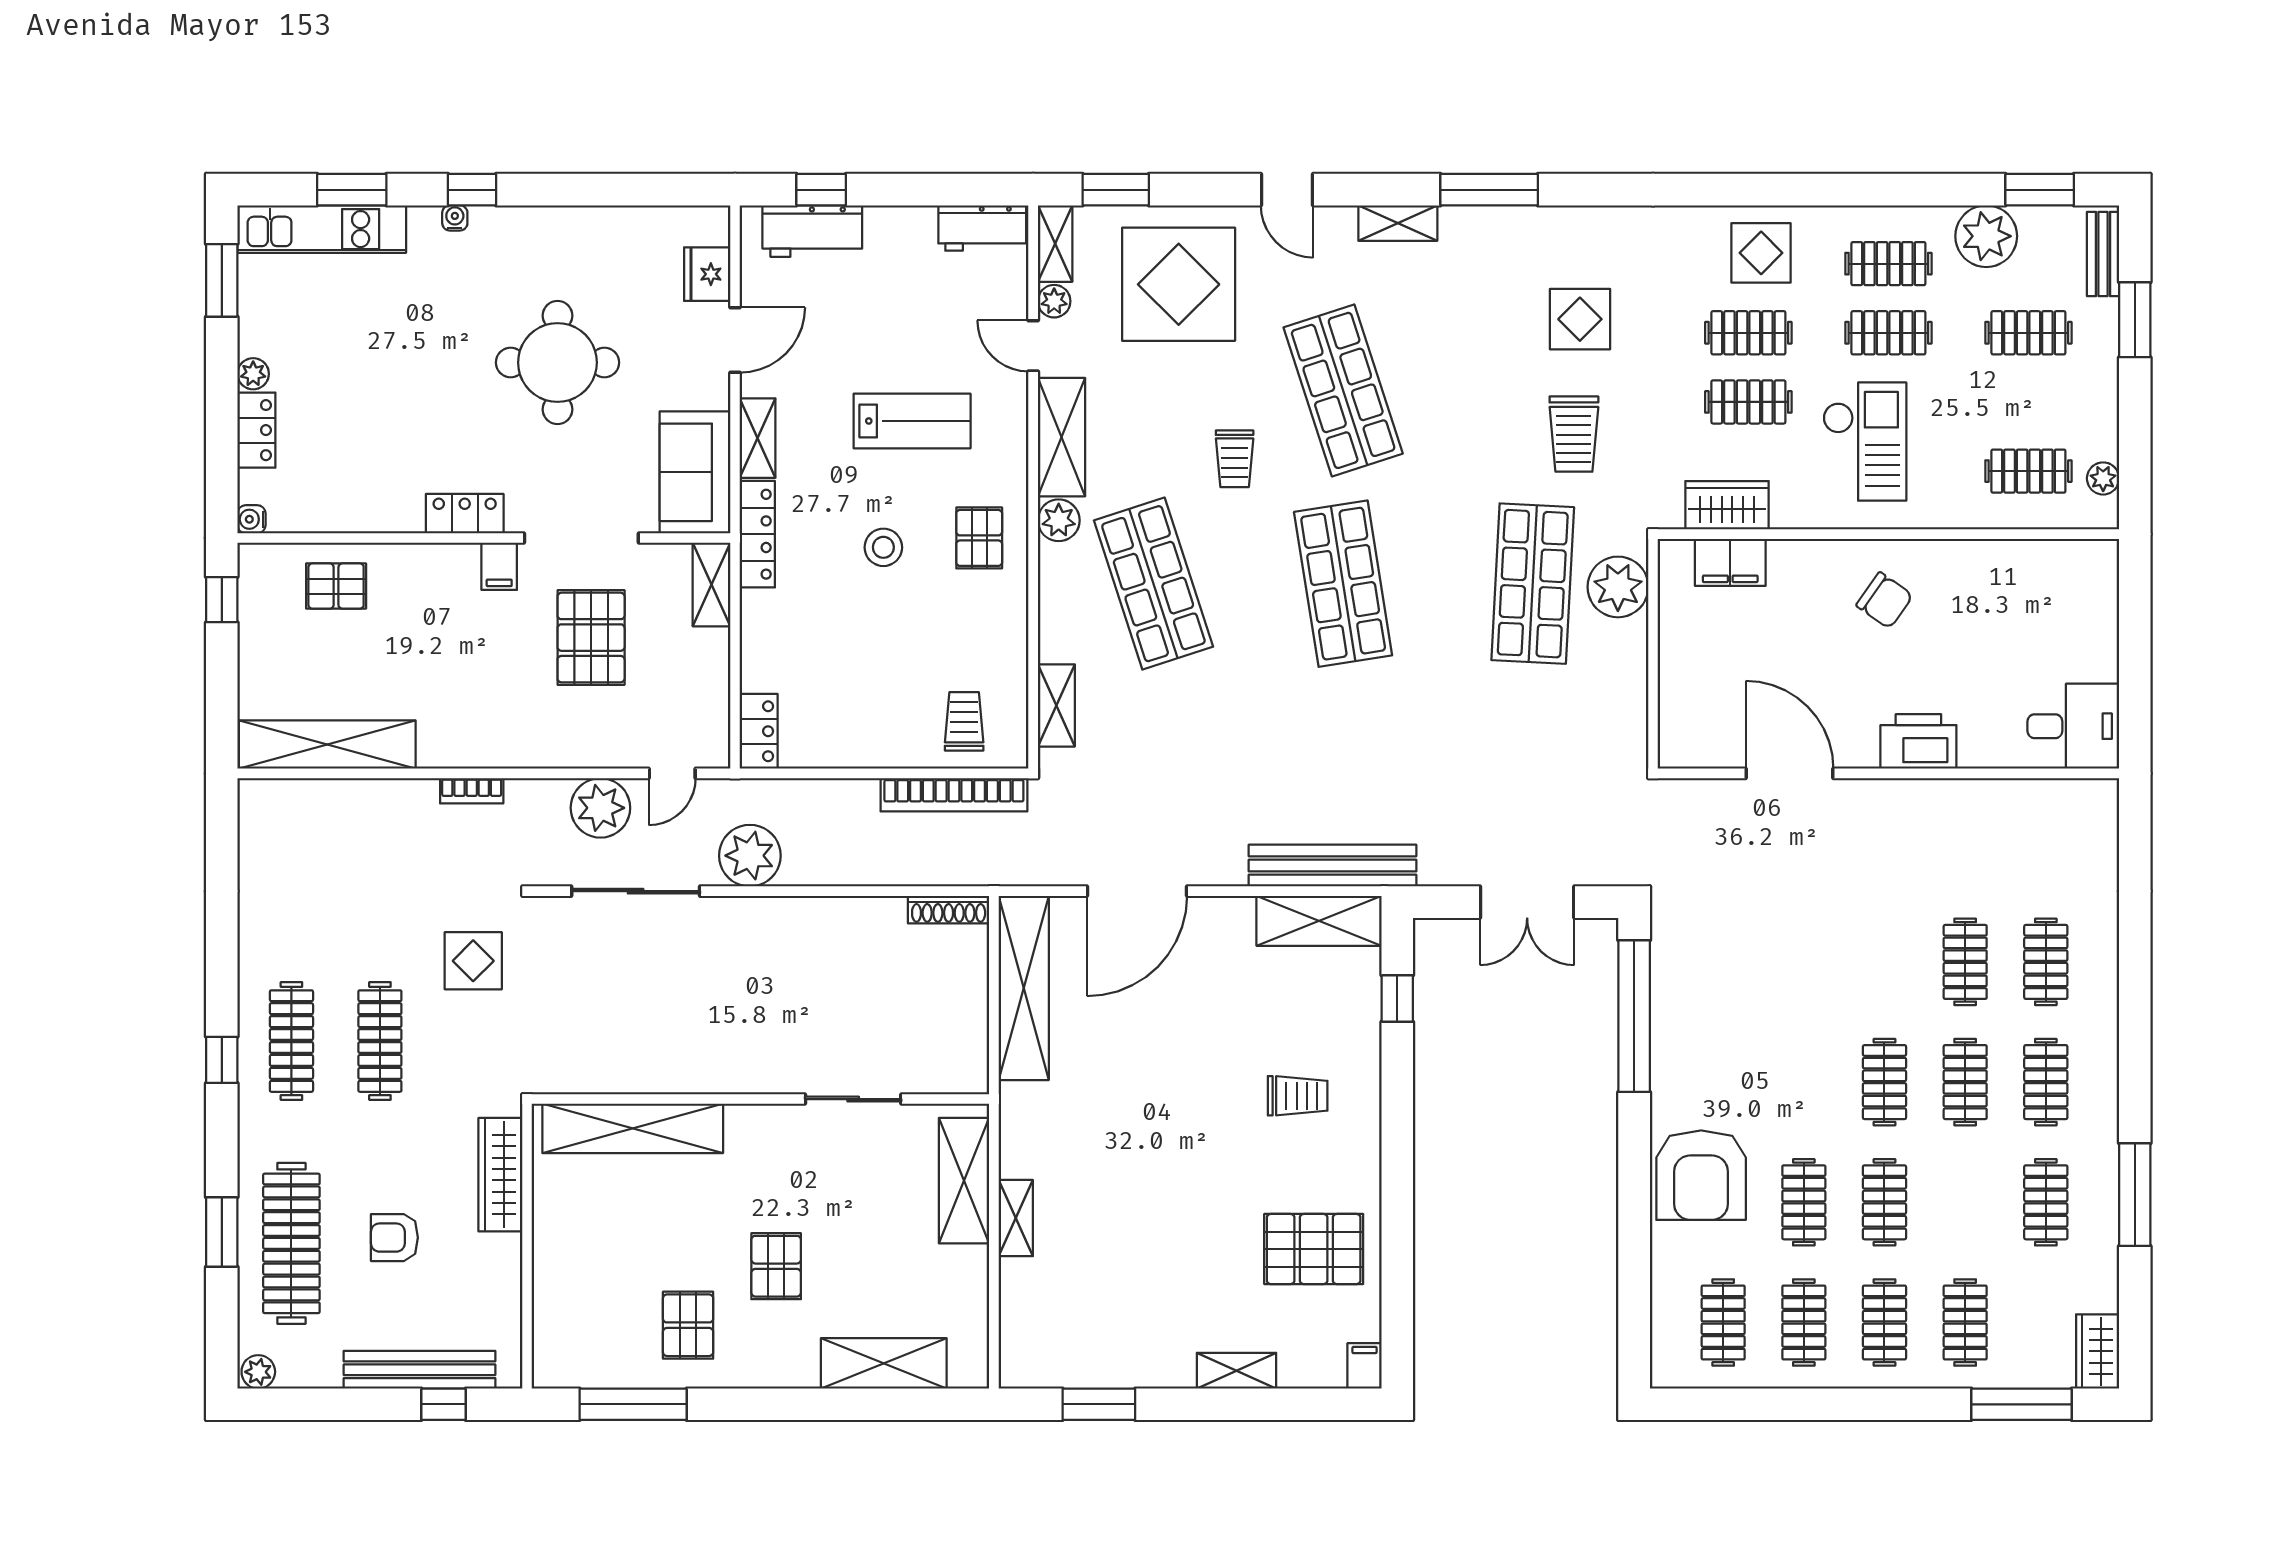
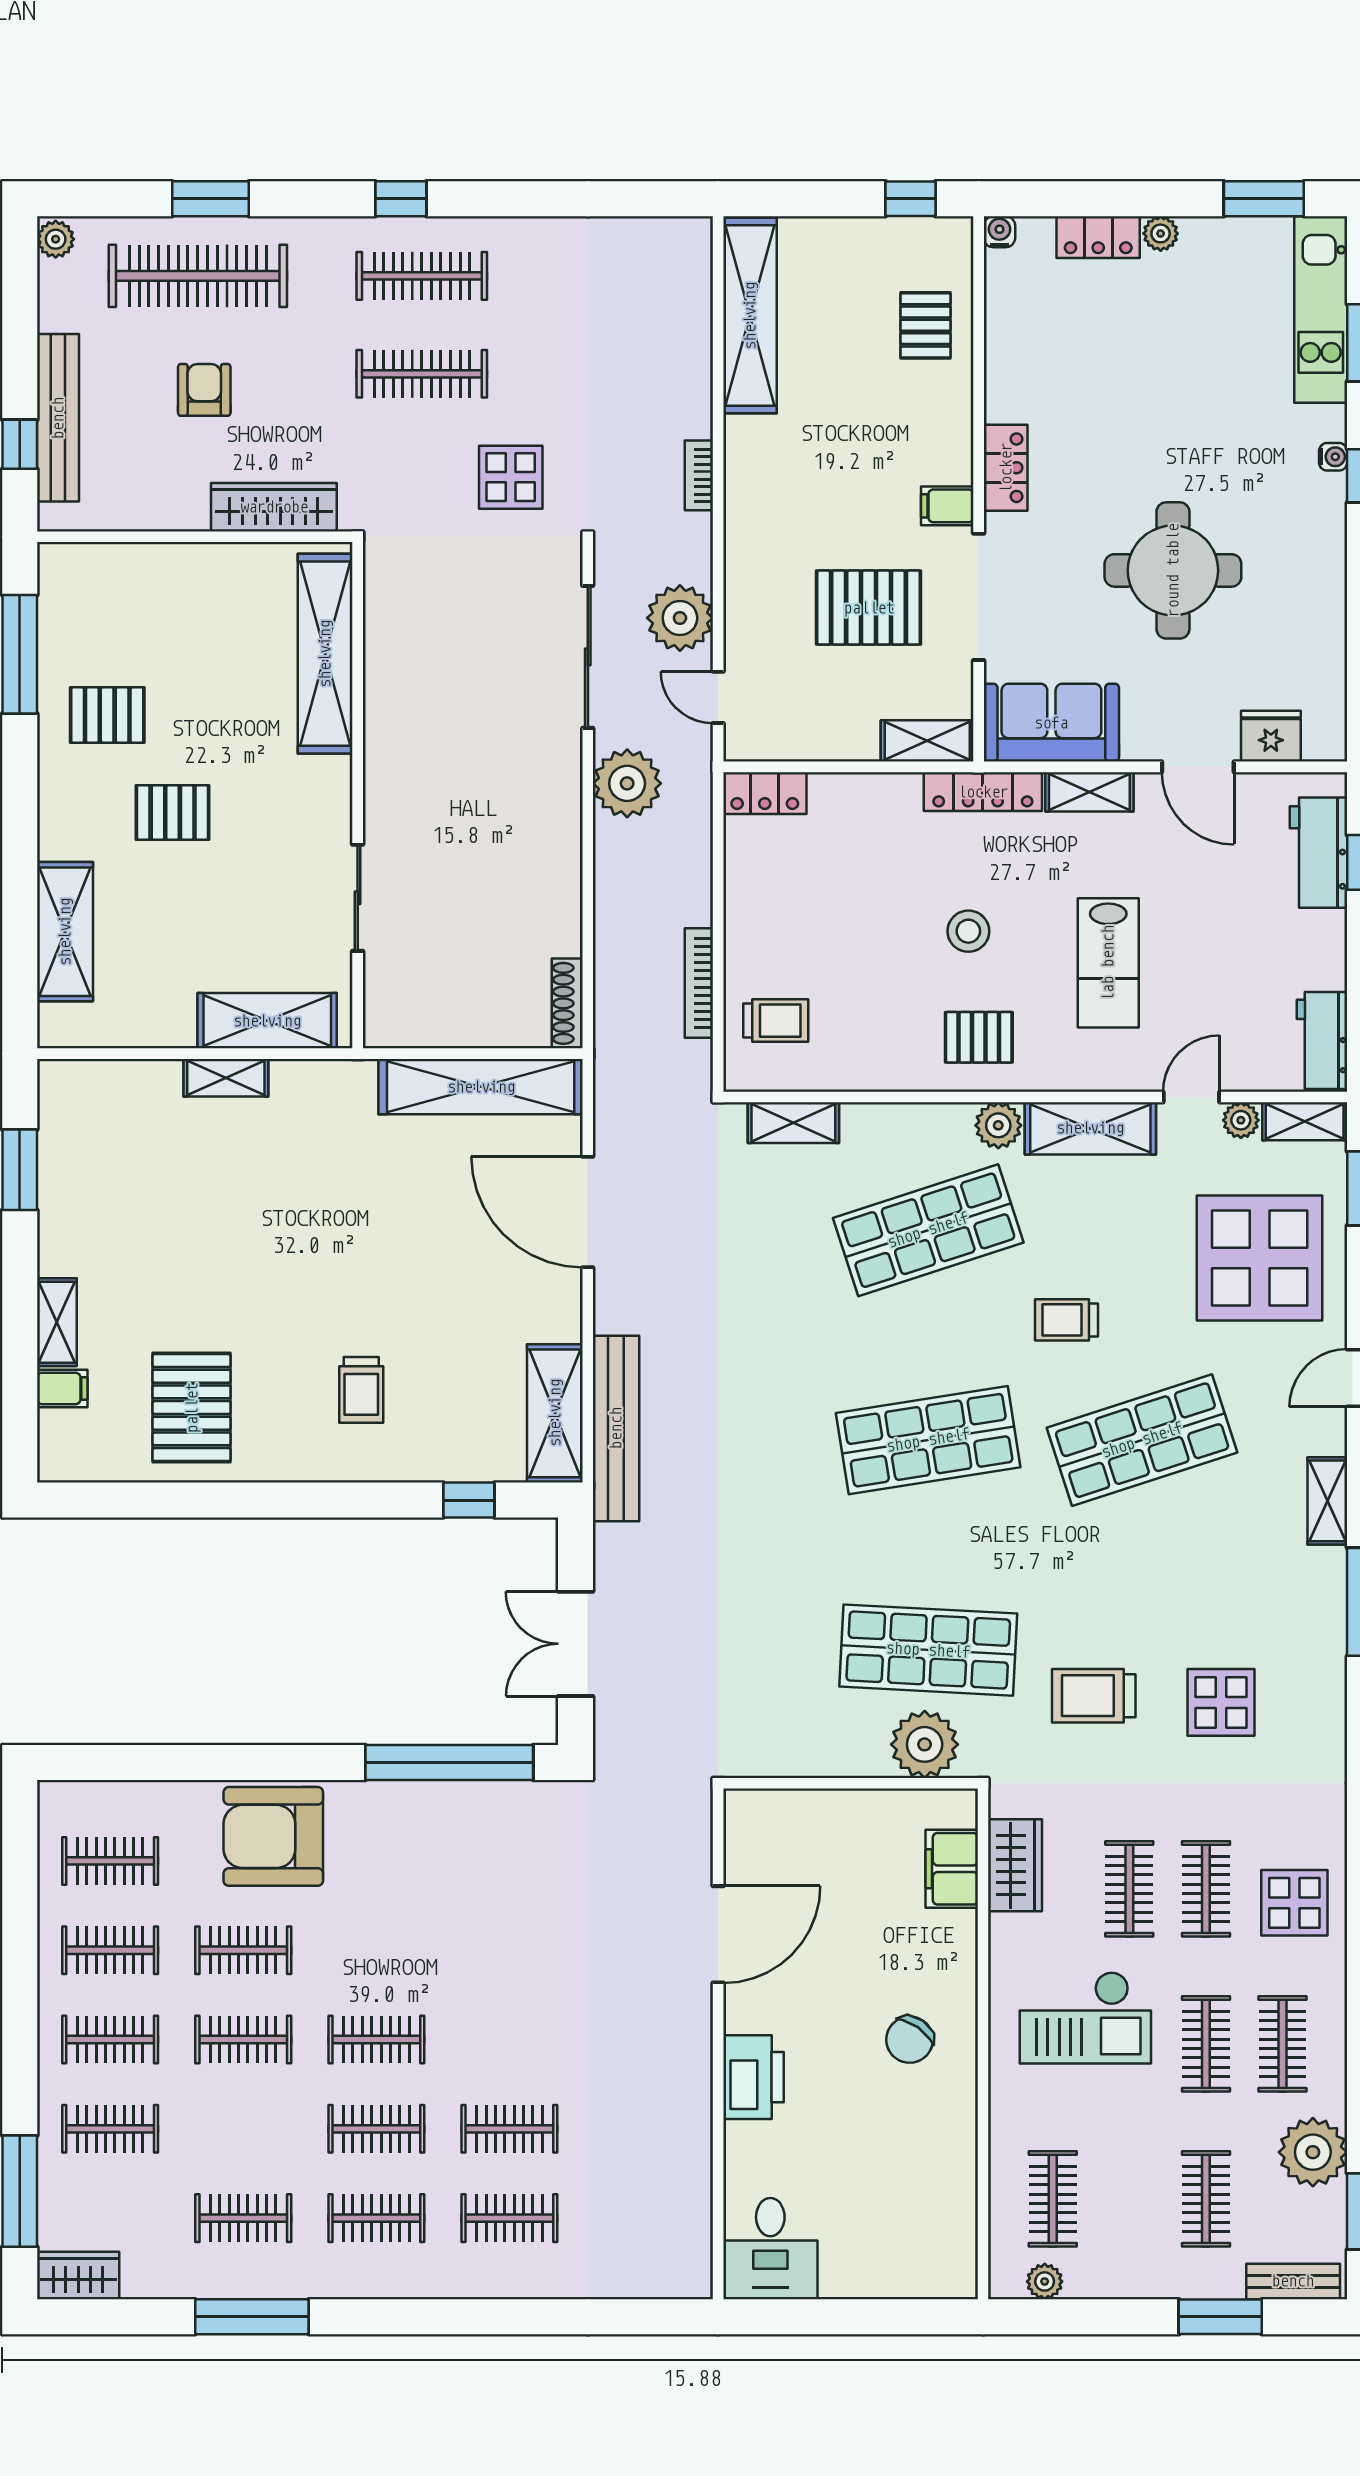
bookcase: (954, 795) -> (699, 983), width x0.68, depth x0.76
filing cabinet: (1365, 1366) -> (62, 1388), moved

